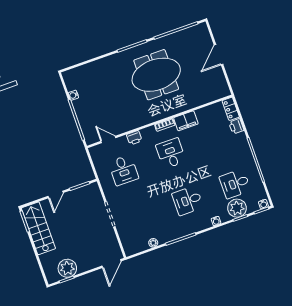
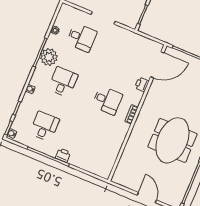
locker: (231, 109) -> (100, 171), removed
filing cabinet: (186, 121) -> (121, 132), removed
printer: (236, 126) -> (63, 155), moved
door: (108, 139) -> (157, 65), width x1.87
desk: (123, 170) -> (82, 37), moved, turned 180
plant: (237, 208) -> (49, 57), moved

